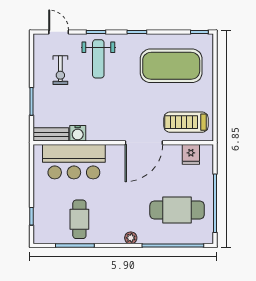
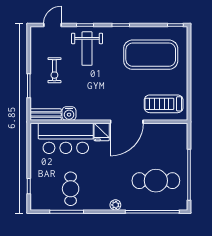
door: (59, 32) -> (52, 25), hinge flipped
exercise bike: (60, 70) -> (54, 70), moved
fridge: (191, 154) -> (102, 132), moved

